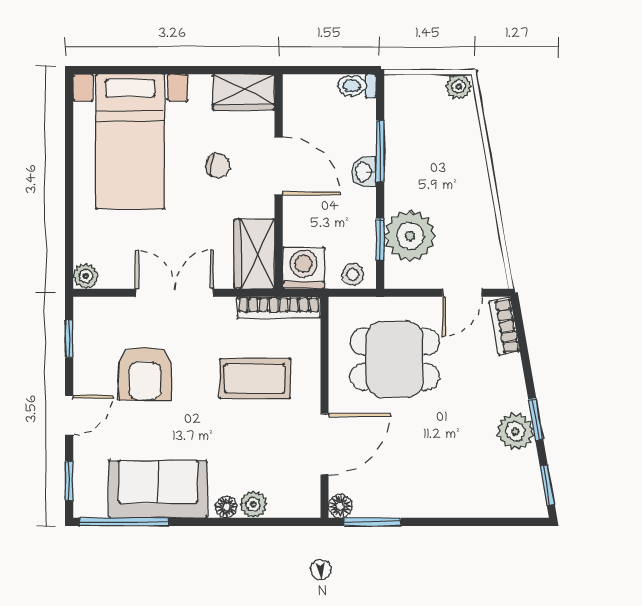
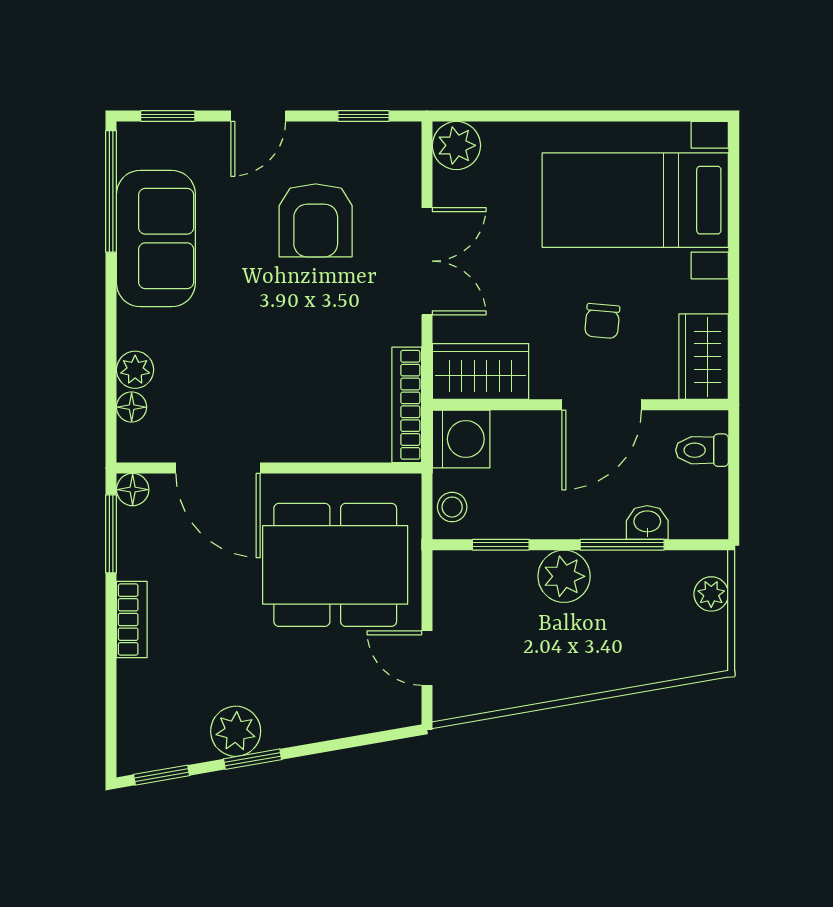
toilet: (357, 86) -> (702, 450), moved, turned -90
plant: (459, 86) -> (711, 594), moved
washbasin: (364, 172) -> (647, 522), moved
plant: (410, 236) -> (564, 576), moved, width x0.73, depth x0.73
plant: (86, 276) -> (456, 145), width x1.38, depth x1.38
bookcase: (504, 326) -> (132, 620), moved, turned 100
dining table: (395, 359) -> (335, 565), width x1.38
armchair: (145, 373) -> (316, 220), turned -90
coffee table: (255, 379) -> (309, 372), removed
door: (69, 415) -> (258, 116), hinge flipped
floor lamp: (226, 507) -> (132, 407), moved

